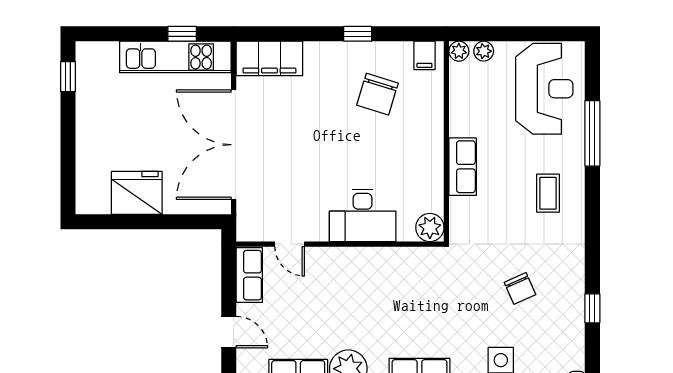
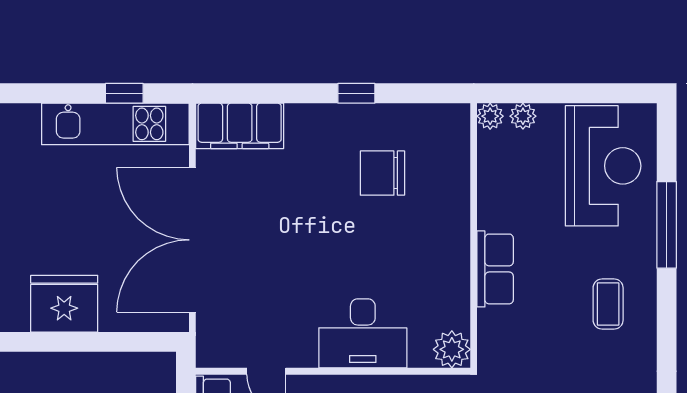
filing cabinet: (424, 55) -> (445, 122), removed
chair: (377, 94) -> (382, 173), turned 73

